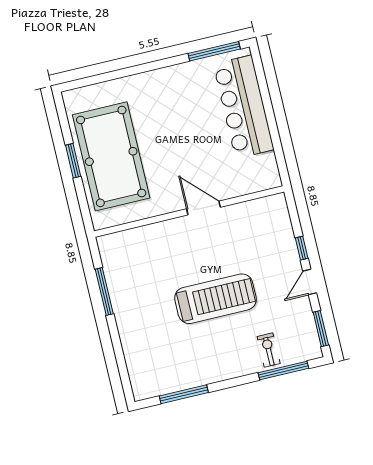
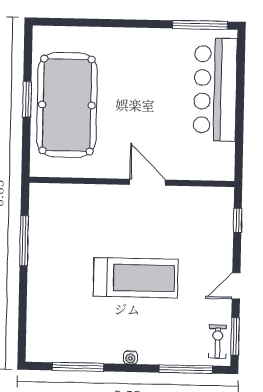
window: (302, 248) -> (237, 220), moved
exercise bike: (269, 350) -> (218, 342), moved
water cooler: (230, 373) -> (130, 357), added

